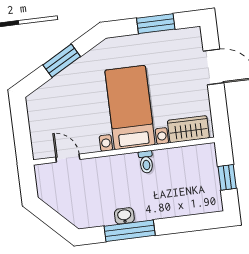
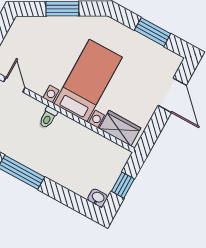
toilet: (146, 162) -> (48, 117), moved
washbasin: (124, 216) -> (98, 198), moved

